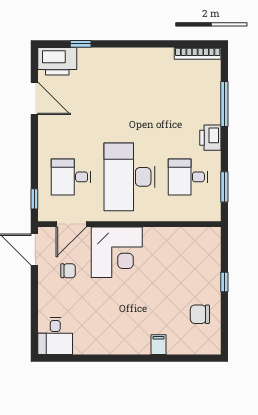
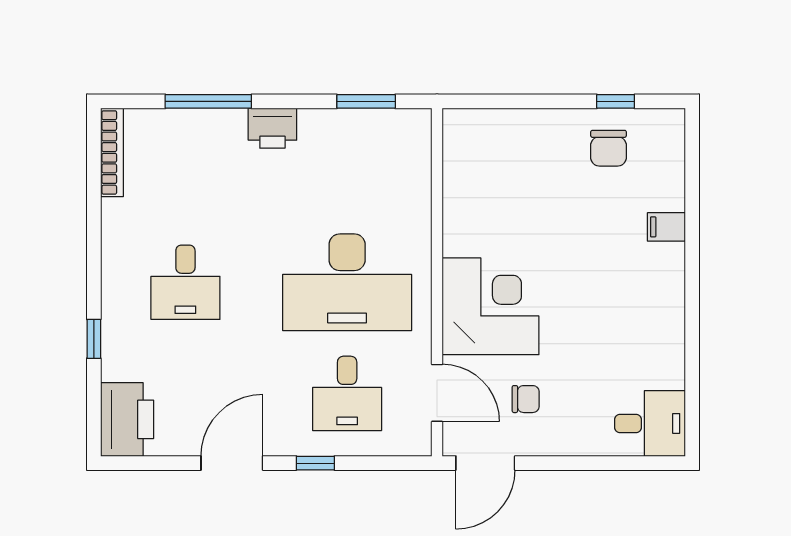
window: (81, 44) -> (94, 339), moved
door: (34, 98) -> (232, 463), moved
desk: (188, 177) -> (185, 282), moved
window: (34, 199) -> (315, 463), moved
chair: (68, 271) -> (526, 399), turned 90
window: (224, 282) -> (616, 101), moved

